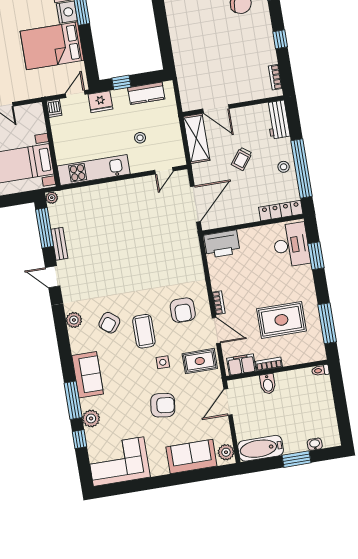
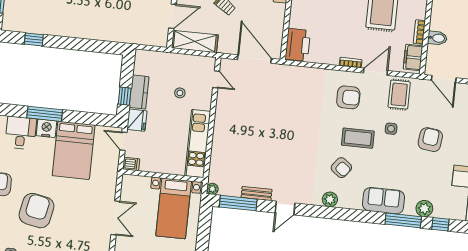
kitchen counter: (146, 93) -> (139, 92), moved

